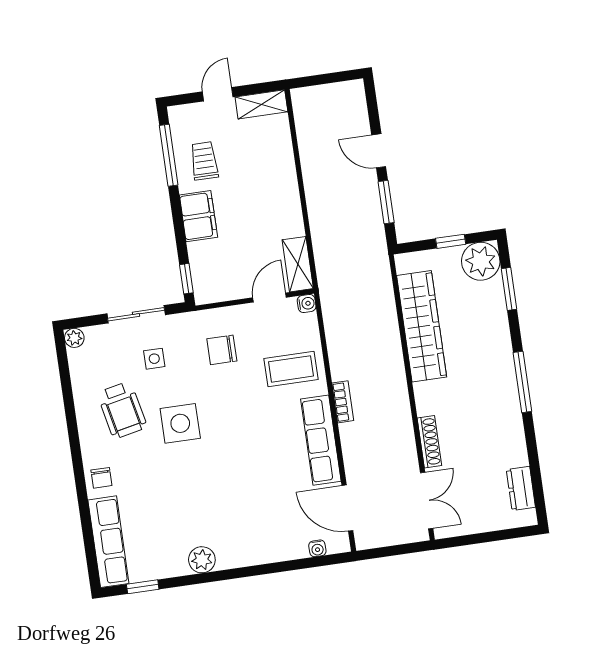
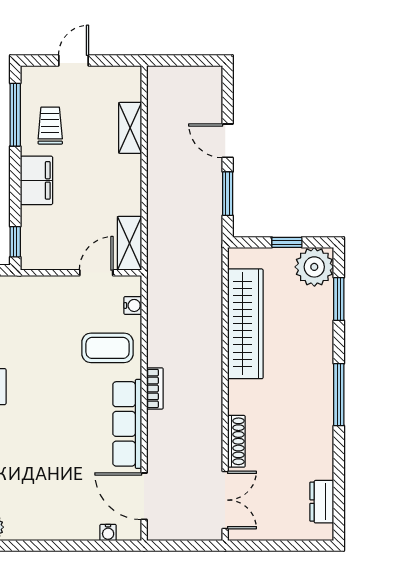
shelving: (261, 104) -> (130, 128), moved, turned 90
water cooler: (307, 303) -> (133, 305), moved
chair: (222, 350) -> (41, 319), removed

